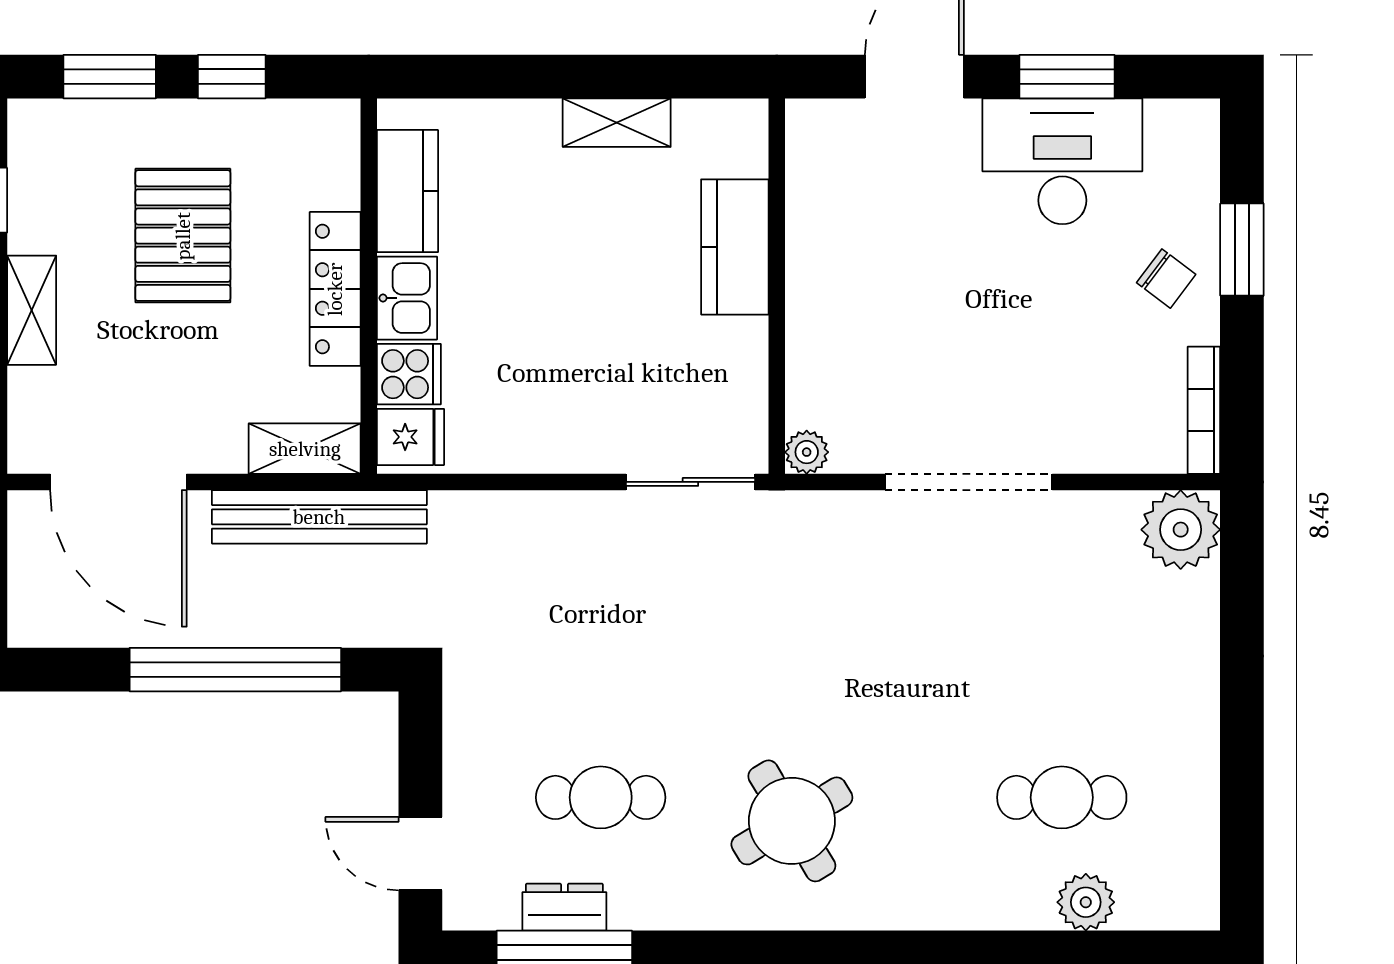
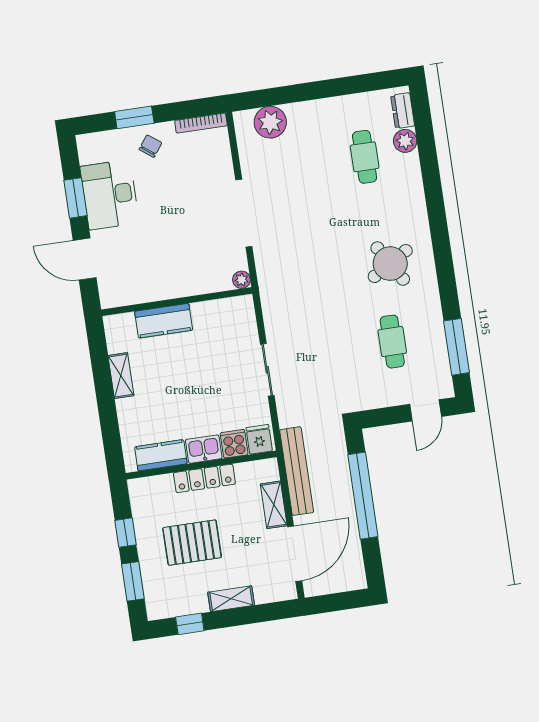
shelving: (305, 449) -> (274, 505), moved
sliding door: (690, 482) -> (267, 370), moved
plant: (1181, 530) -> (270, 122), moved
dresser: (564, 907) -> (403, 111), moved

